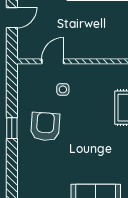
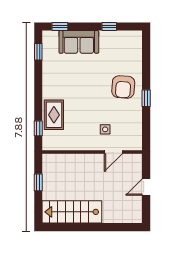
armchair: (45, 127) -> (123, 87), moved

